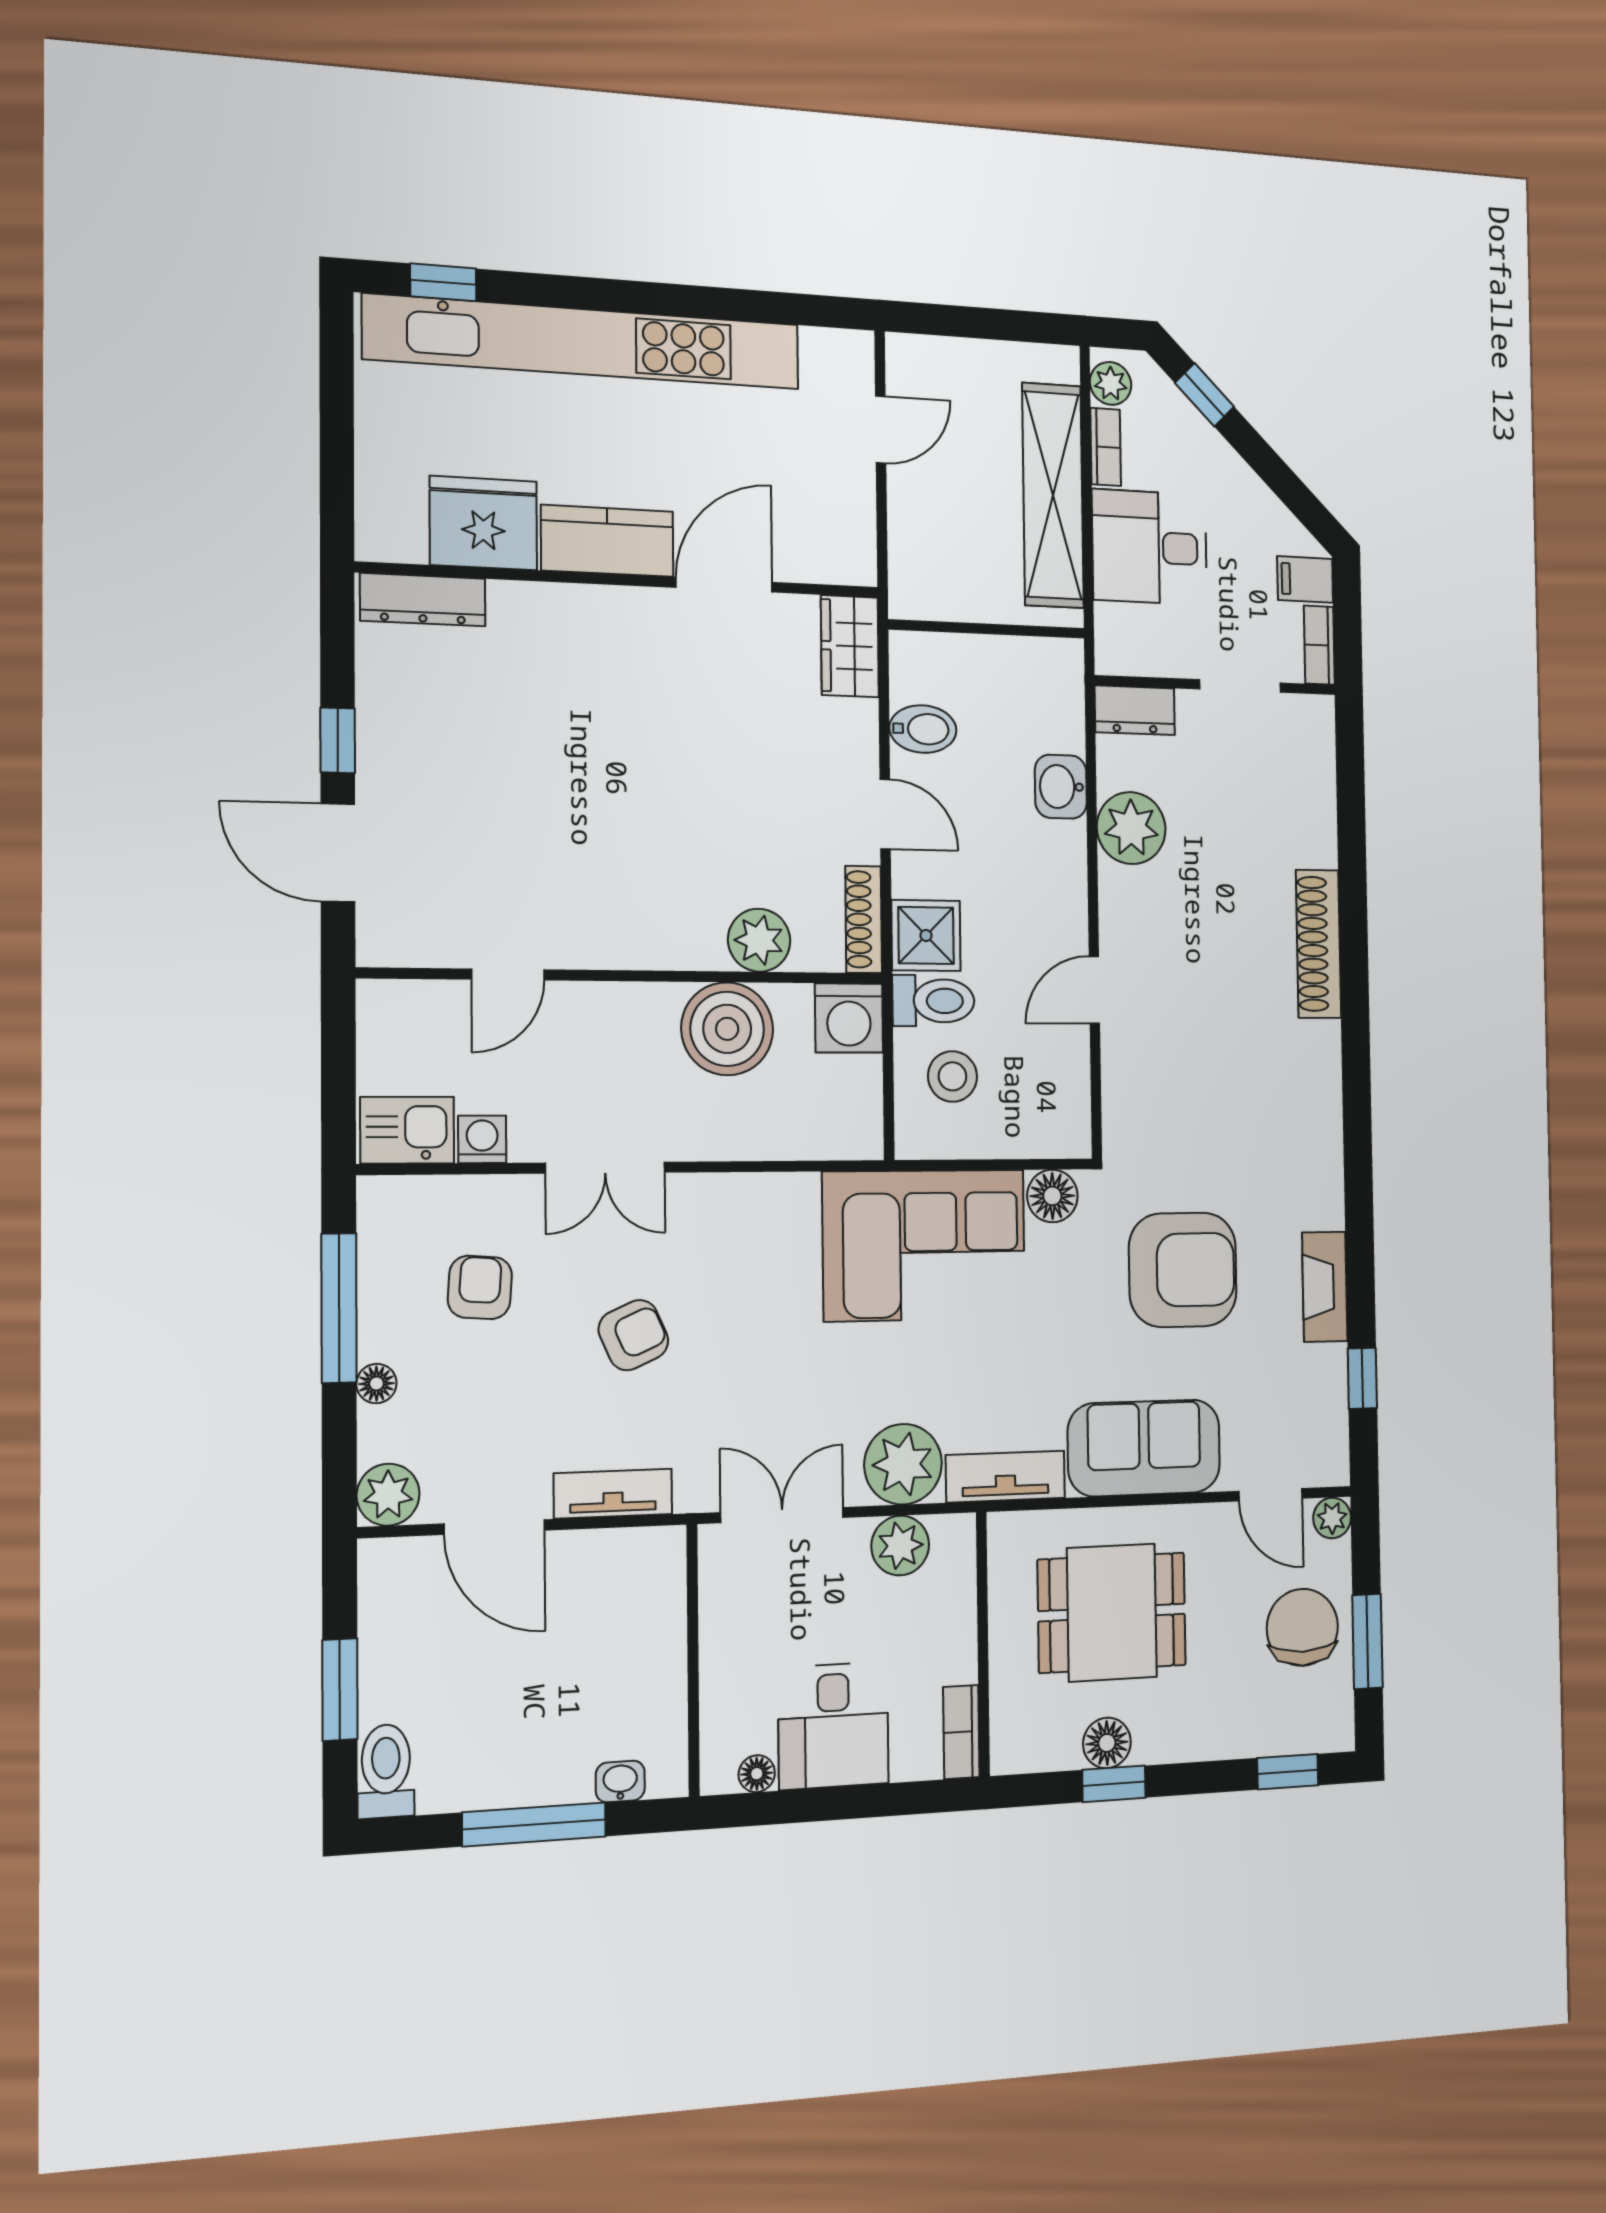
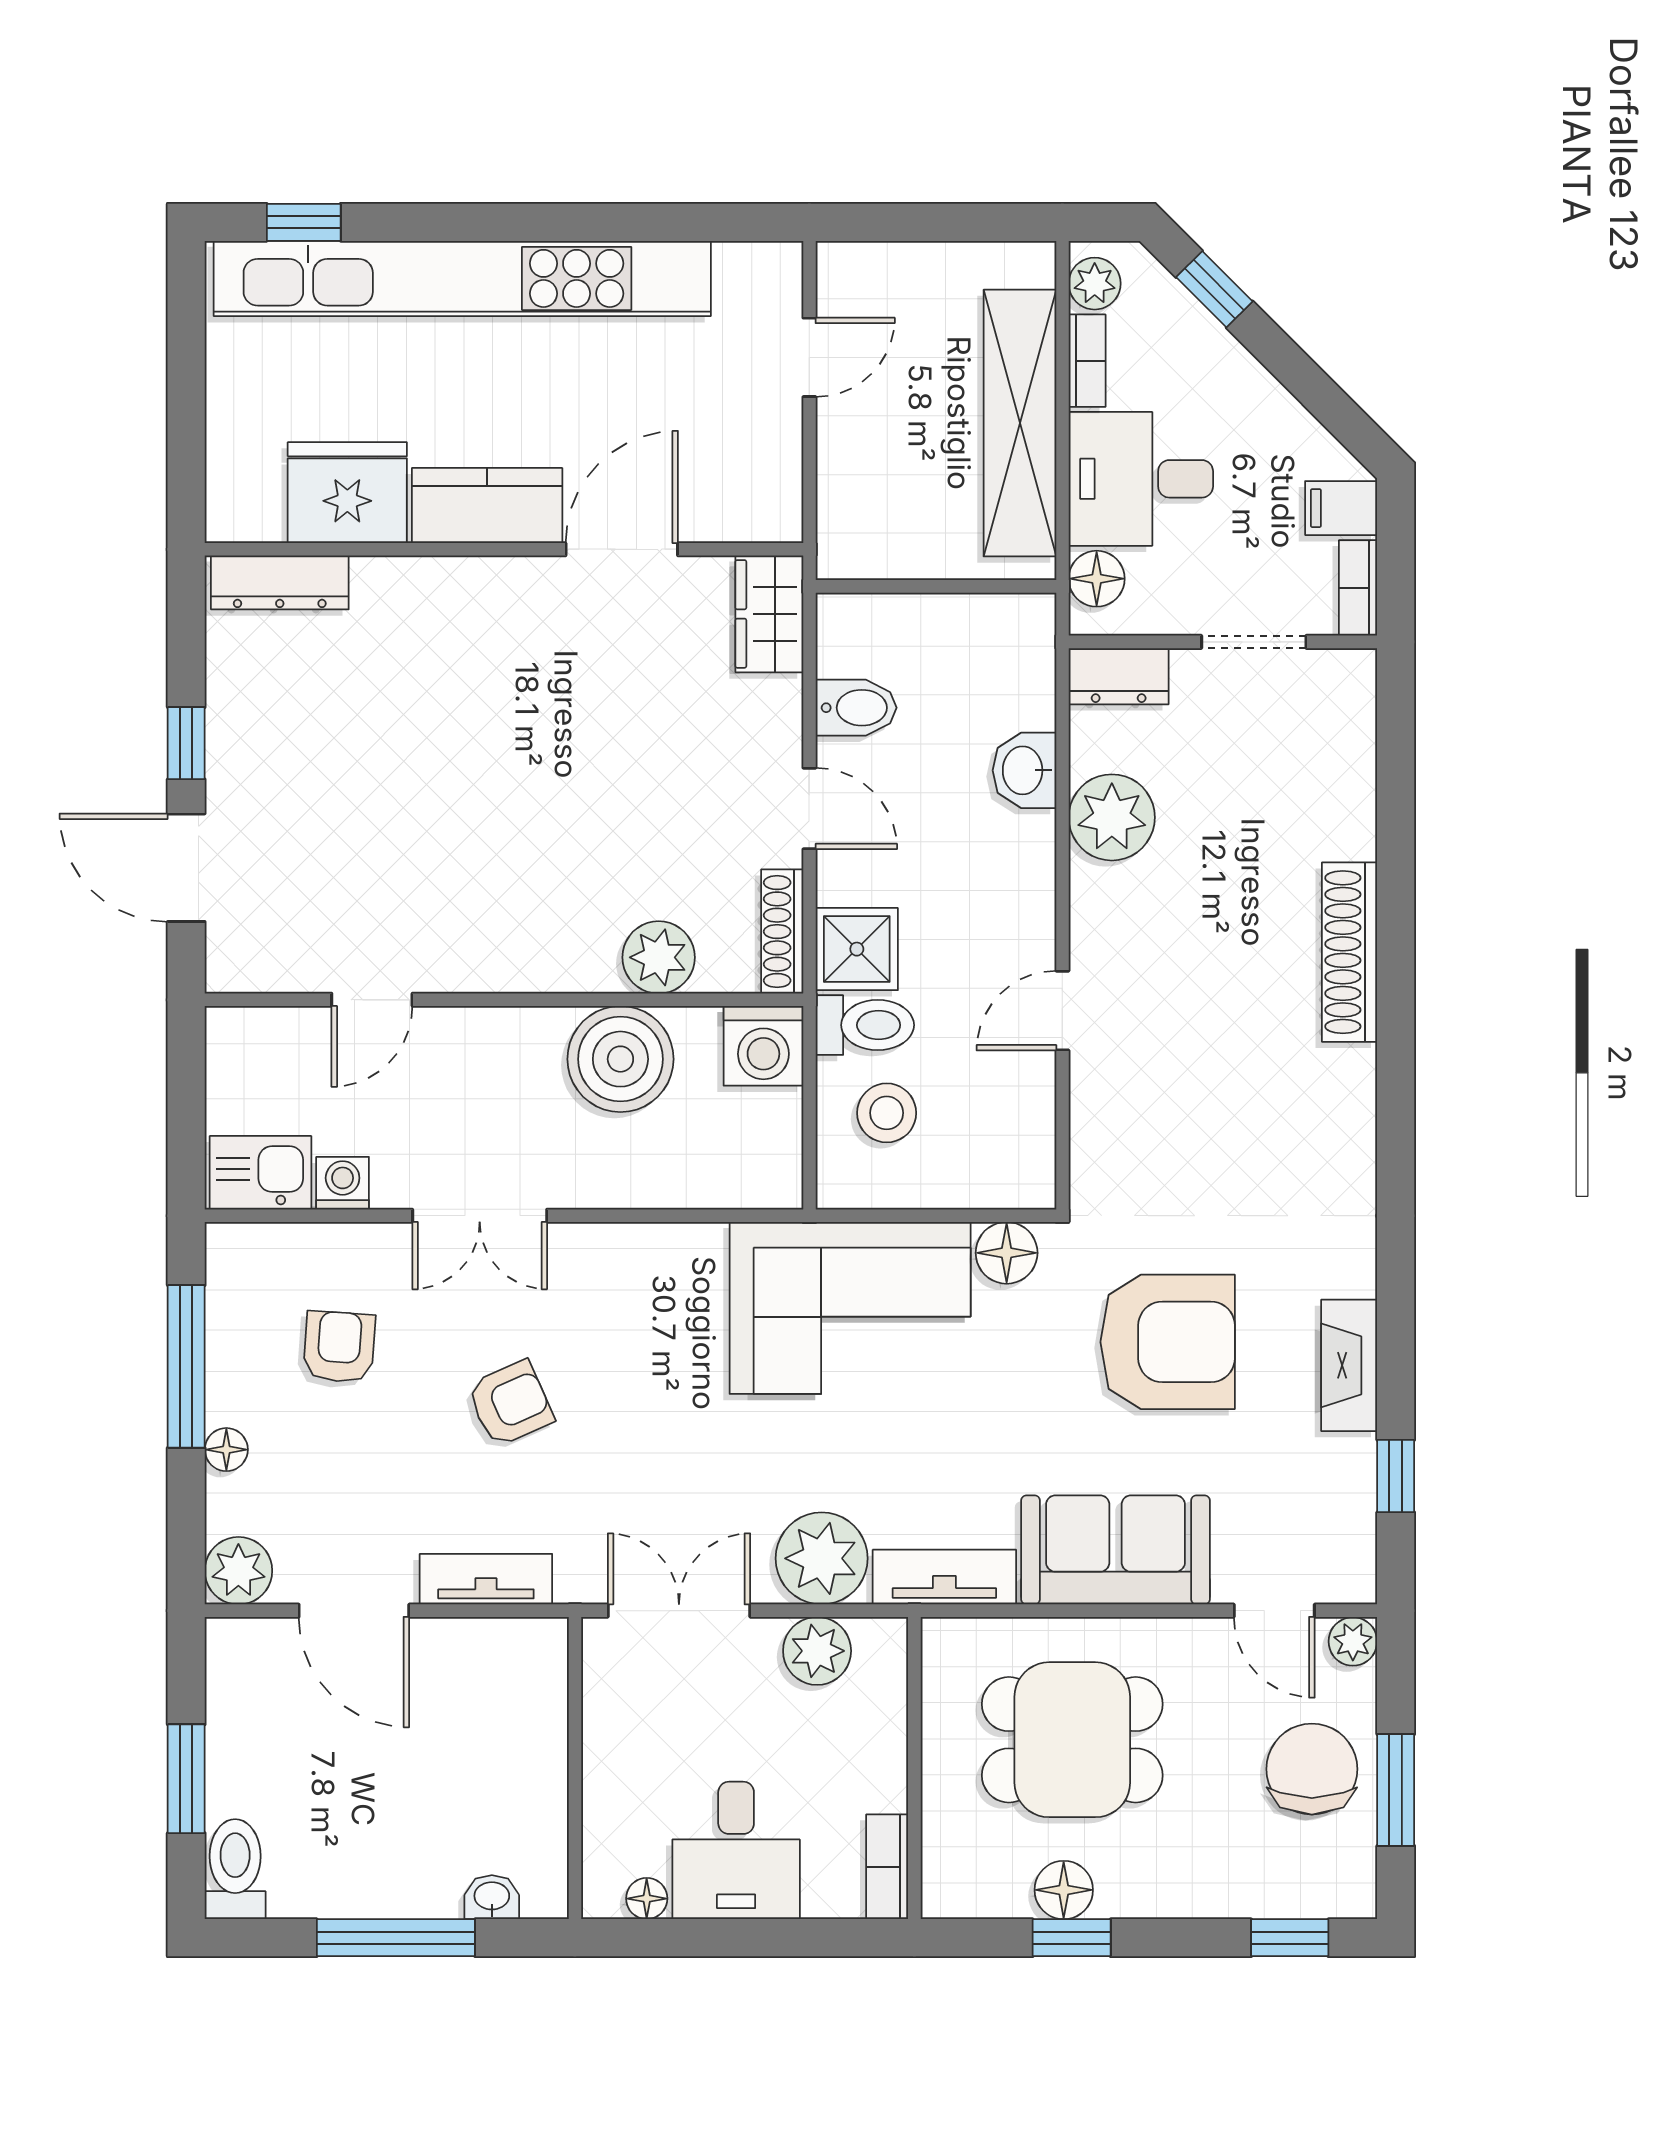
floor lamp: (1116, 628) -> (1097, 579), added

